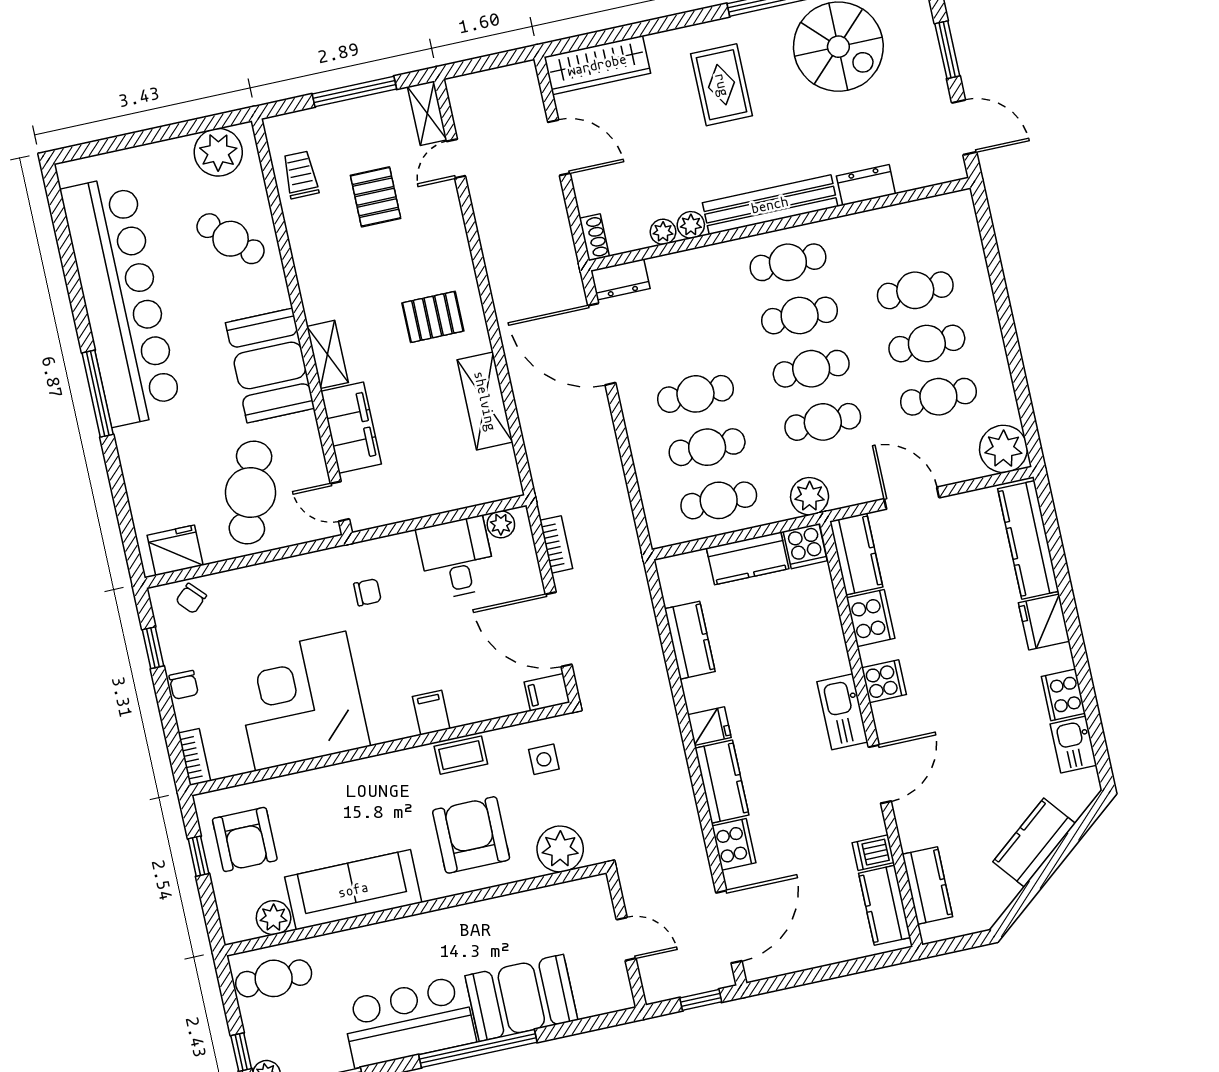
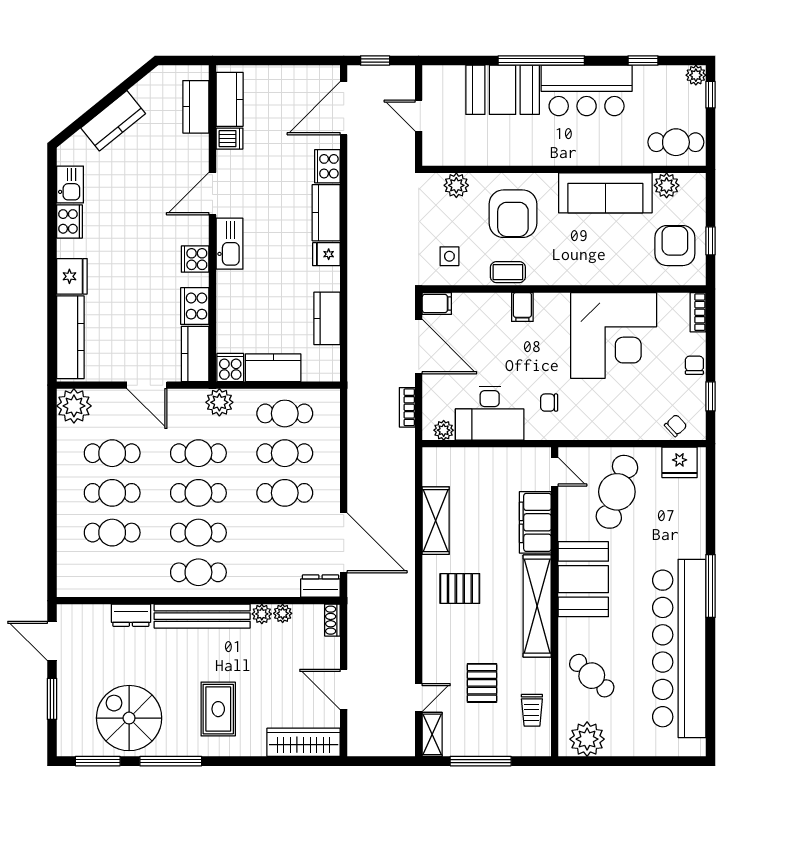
shelving: (327, 354) -> (537, 606), width x2.20, depth x1.33
desk: (457, 558) -> (490, 413), width x1.37
plant: (560, 849) -> (456, 185), width x0.73, depth x0.73

